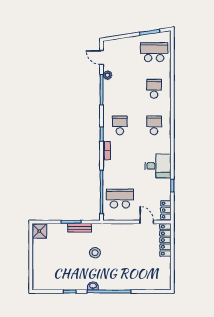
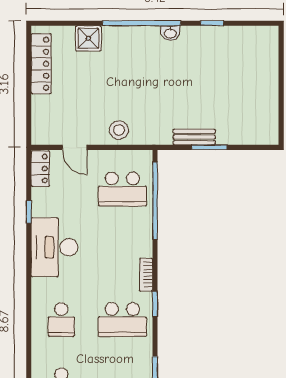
school desk: (120, 125) -> (122, 320), width x1.85
desk: (158, 166) -> (54, 247), width x1.37
shower: (39, 231) -> (88, 38), moved
locker: (165, 240) -> (41, 64), moved
stool: (95, 253) -> (119, 130), moved

